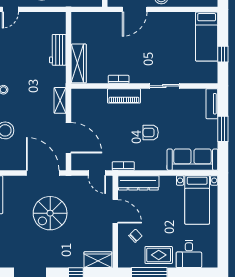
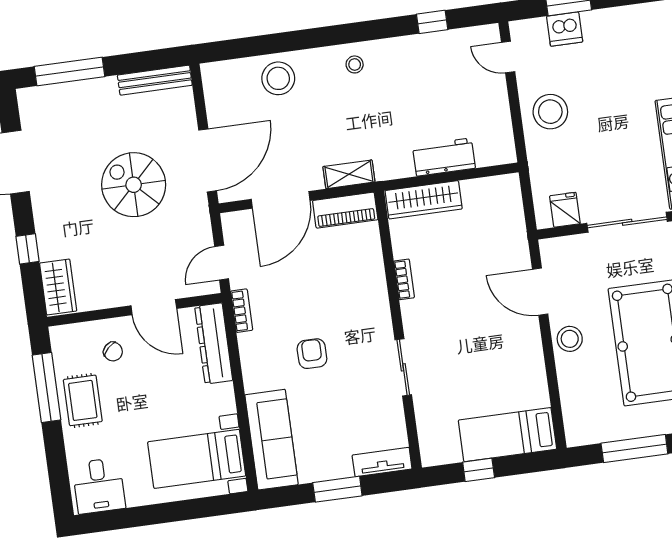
piano: (124, 96) -> (345, 210), moved, turned -90
door: (115, 211) -> (154, 307), hinge flipped
desk: (189, 254) -> (99, 486), moved, turned -90

